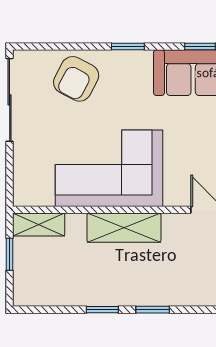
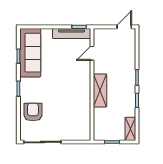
armchair: (76, 79) -> (33, 112), turned -118
corner sofa: (109, 168) -> (73, 97), removed
shelving: (39, 225) -> (130, 129), moved

